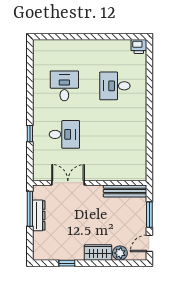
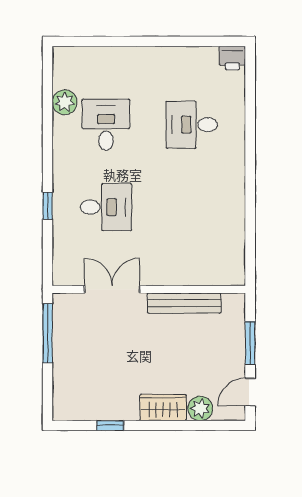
plant: (40, 73) -> (65, 102), added
bench: (125, 191) -> (184, 303), moved
dresser: (39, 215) -> (63, 345), removed

